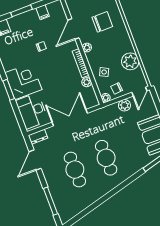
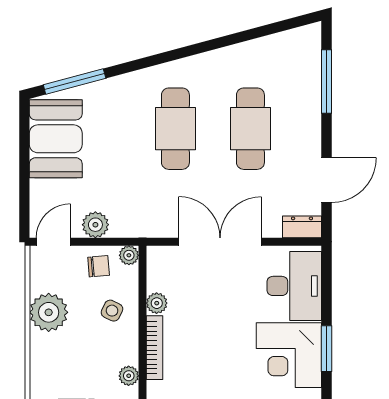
double door: (70, 118) -> (220, 242), swing flipped

